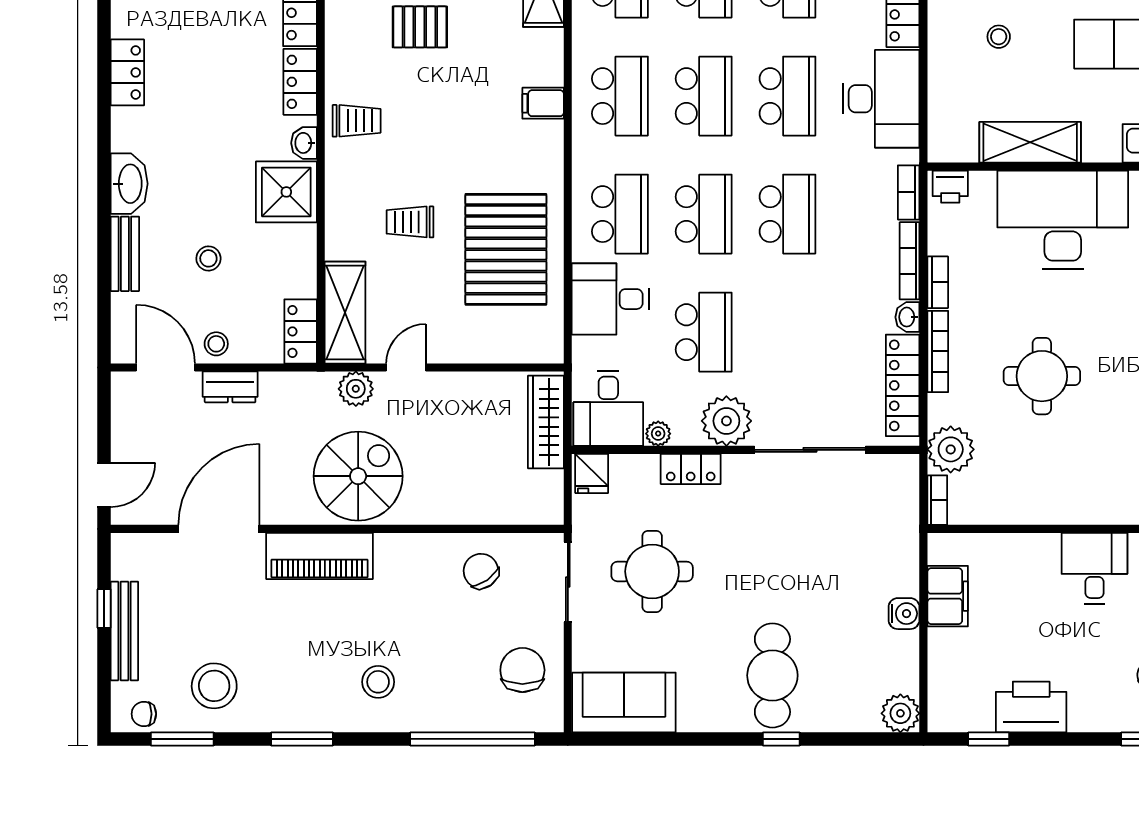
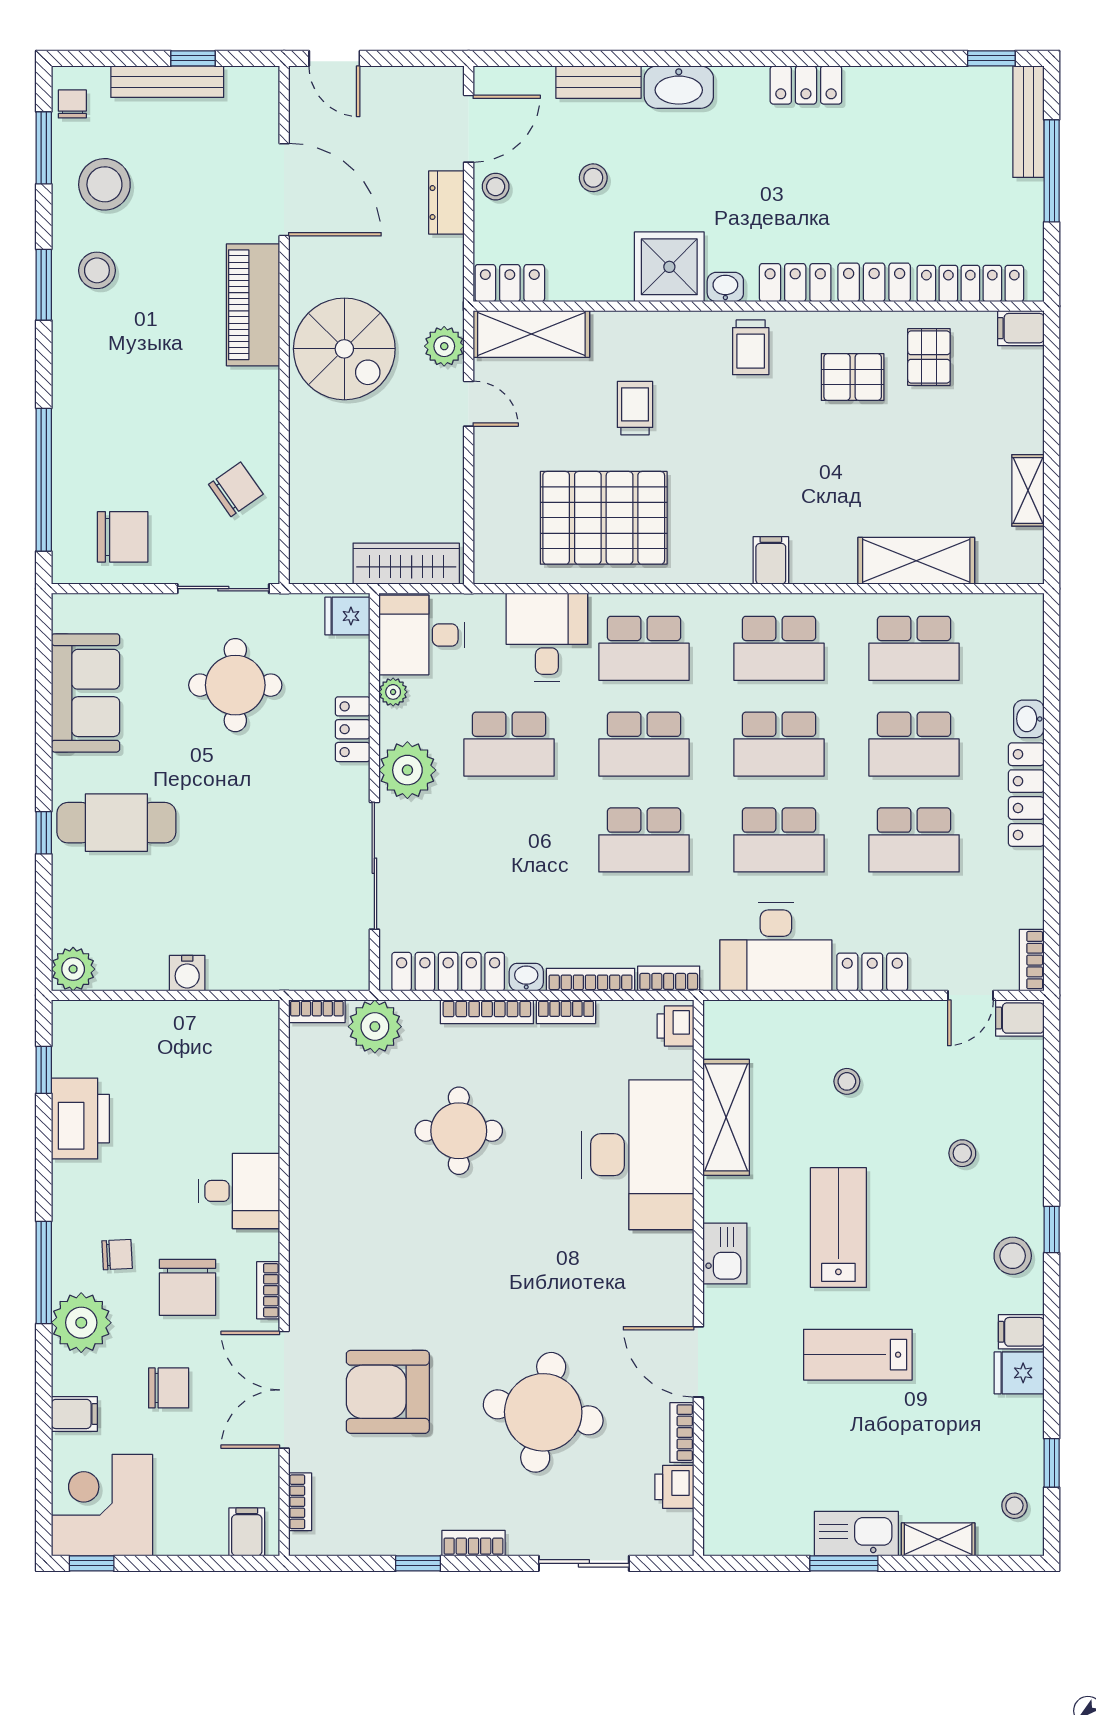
pallet: (420, 27) -> (853, 377), moved, turned 90
filing cabinet: (948, 596) -> (207, 1023), removed
stool: (378, 682) -> (97, 270), moved
sofa: (624, 702) -> (86, 693), moved

